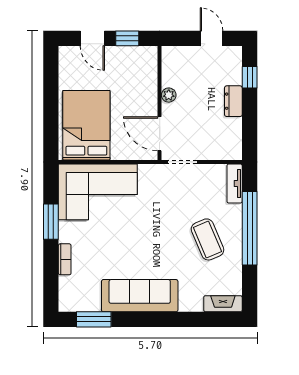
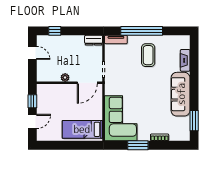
door: (211, 38) -> (32, 53), swing flipped
dresser: (233, 101) -> (94, 40), moved
bed: (86, 125) -> (82, 129), width x0.67
coffee table: (207, 239) -> (148, 55), turned -67
fireplace: (223, 304) -> (185, 60), moved

